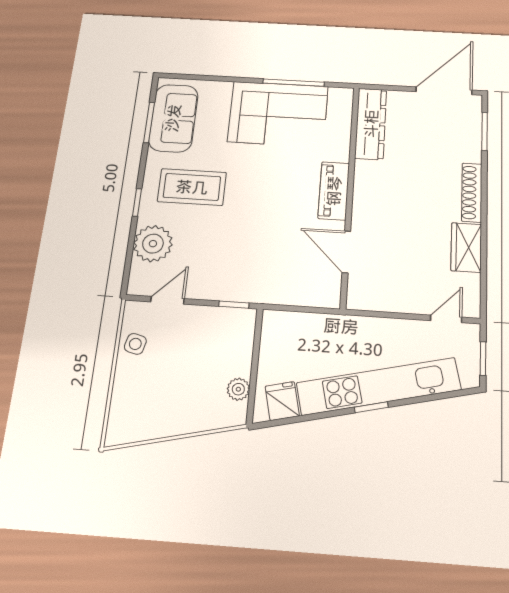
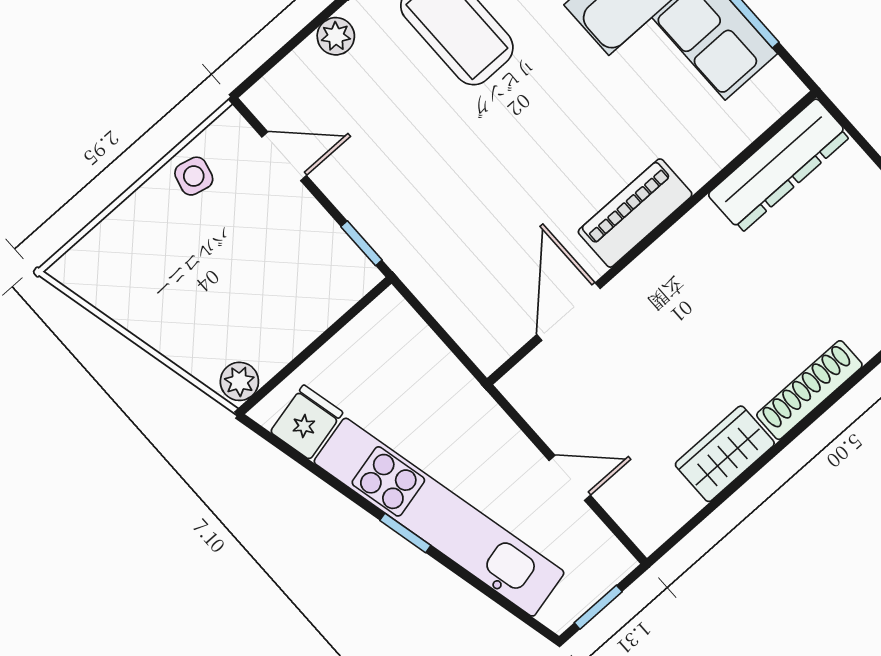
plant: (153, 244) -> (336, 36), width x0.53, depth x0.53
door: (446, 319) -> (570, 478), moved
plant: (238, 389) -> (239, 381), moved

